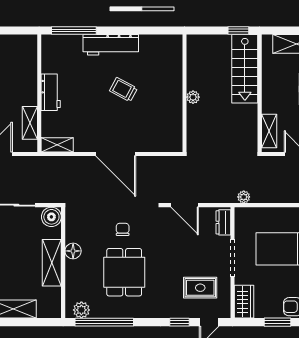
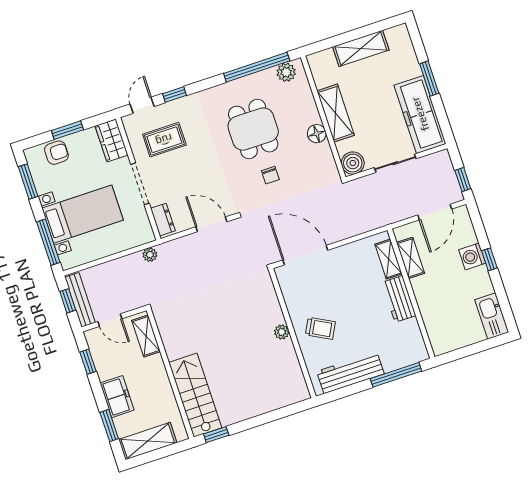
wall: (185, 93) -> (292, 333), moved
plant: (193, 97) -> (282, 332), moved
shelving: (57, 145) -> (388, 259), moved, turned 90

